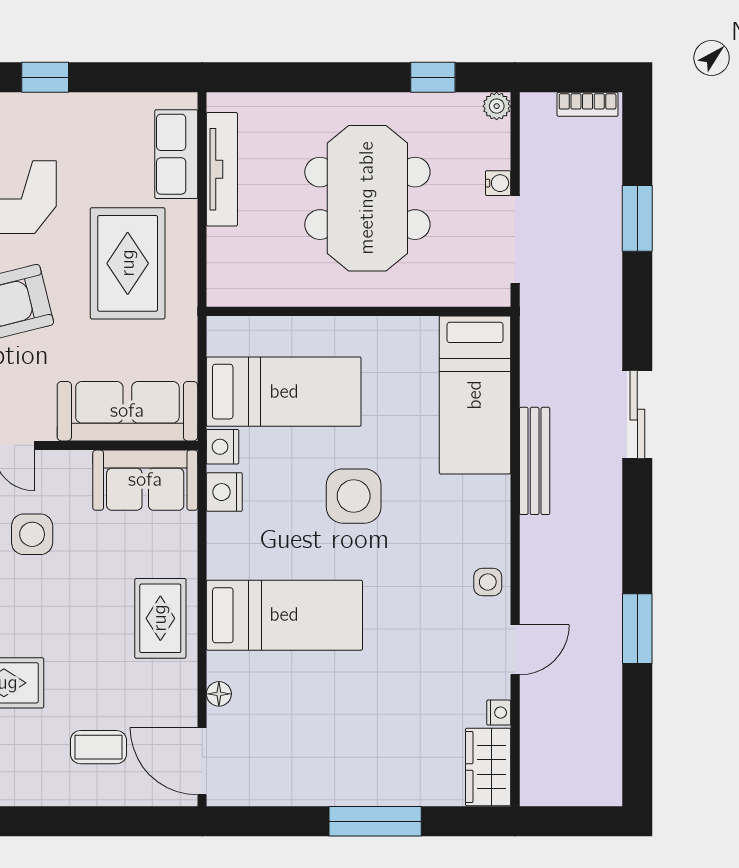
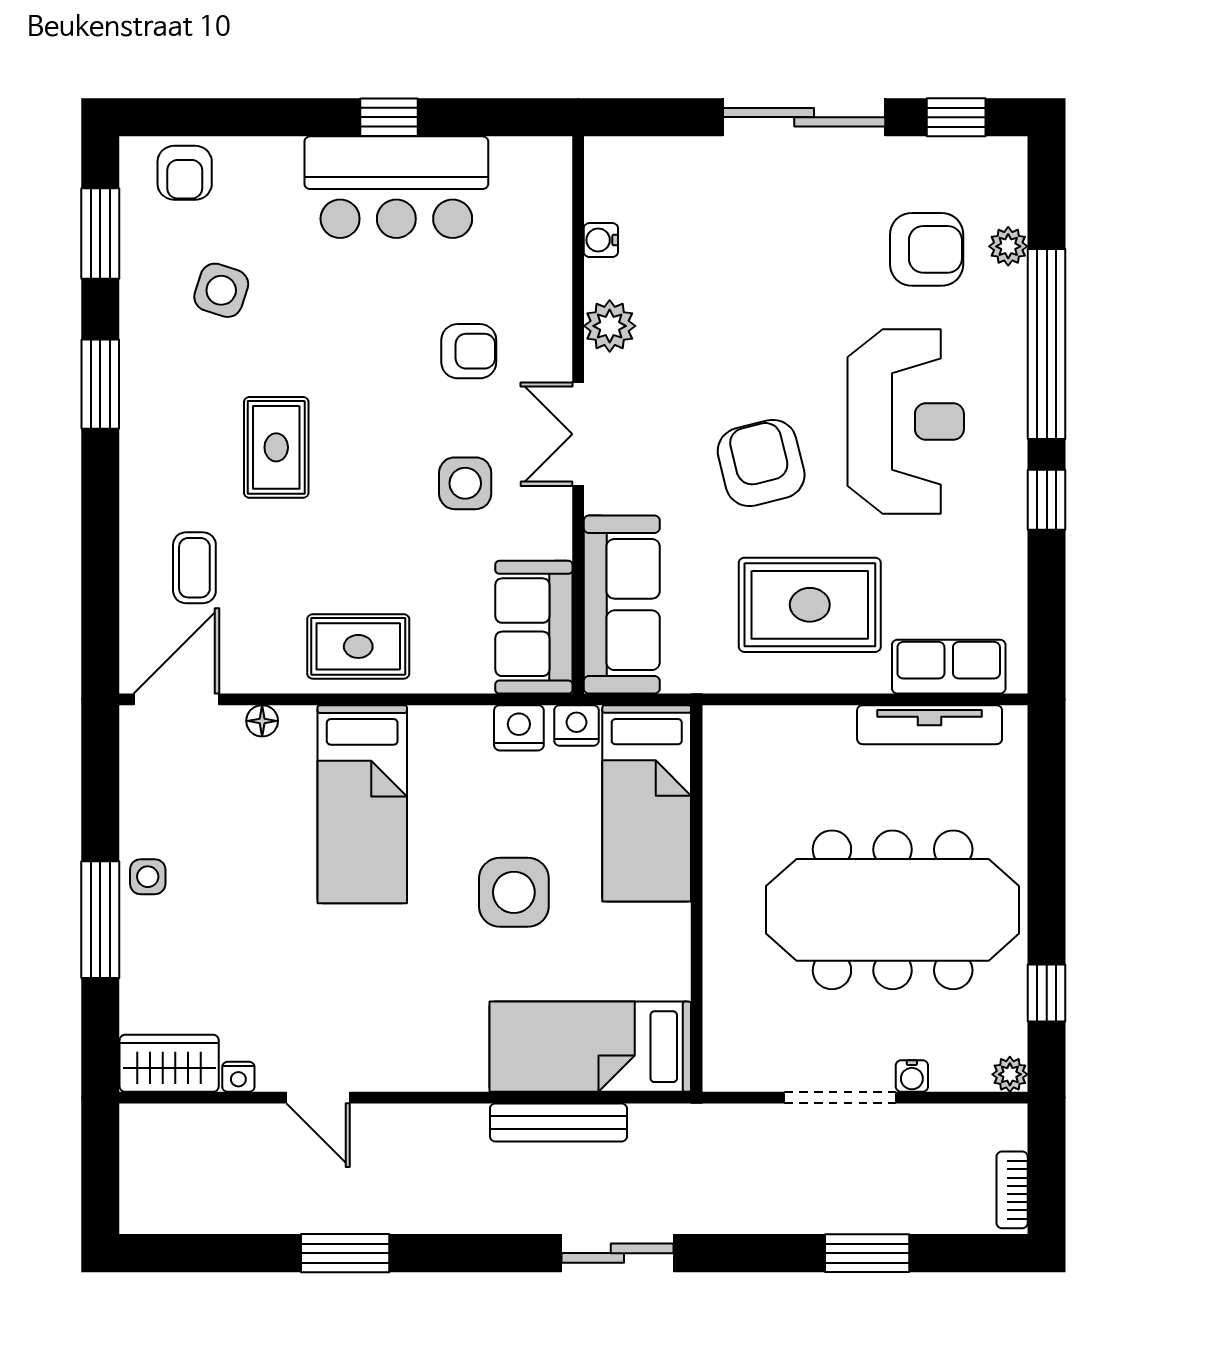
meeting table: (367, 198) -> (893, 910), width x1.36
wall: (359, 311) -> (697, 899), moved
bed: (475, 395) -> (590, 1047), moved
side table: (488, 582) -> (148, 877), moved

